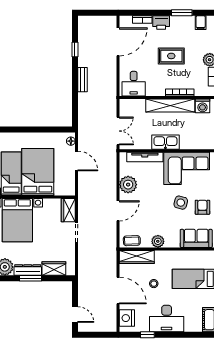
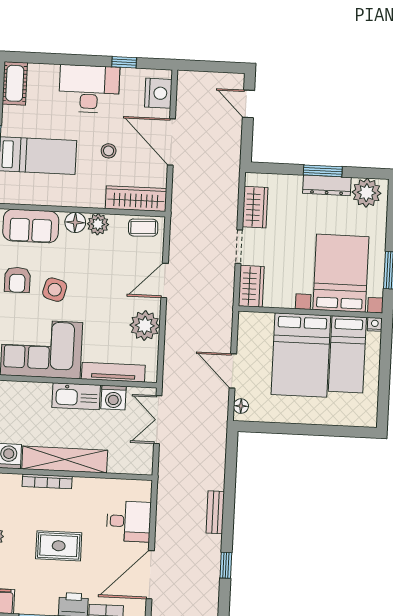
desk: (134, 84) -> (129, 521), moved, turned 90
washing machine: (144, 142) -> (113, 398), added
floor lamp: (171, 242) -> (75, 222), added
wardrobe: (54, 268) -> (255, 207), moved, turned -90

